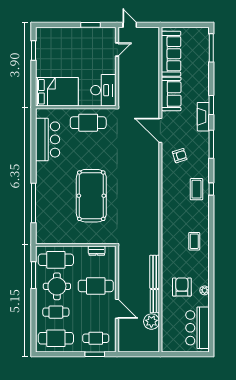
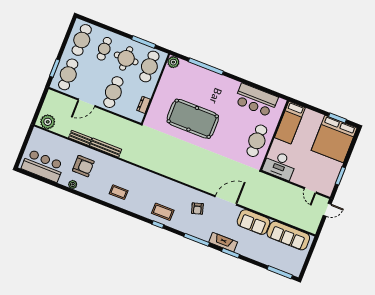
bed: (56, 46) -> (334, 139), added
bed: (57, 92) -> (290, 123), width x0.67
plant: (42, 237) -> (173, 62), added
plant: (151, 322) -> (48, 122), moved
cafe table: (96, 338) -> (68, 74), width x1.37, depth x1.35

